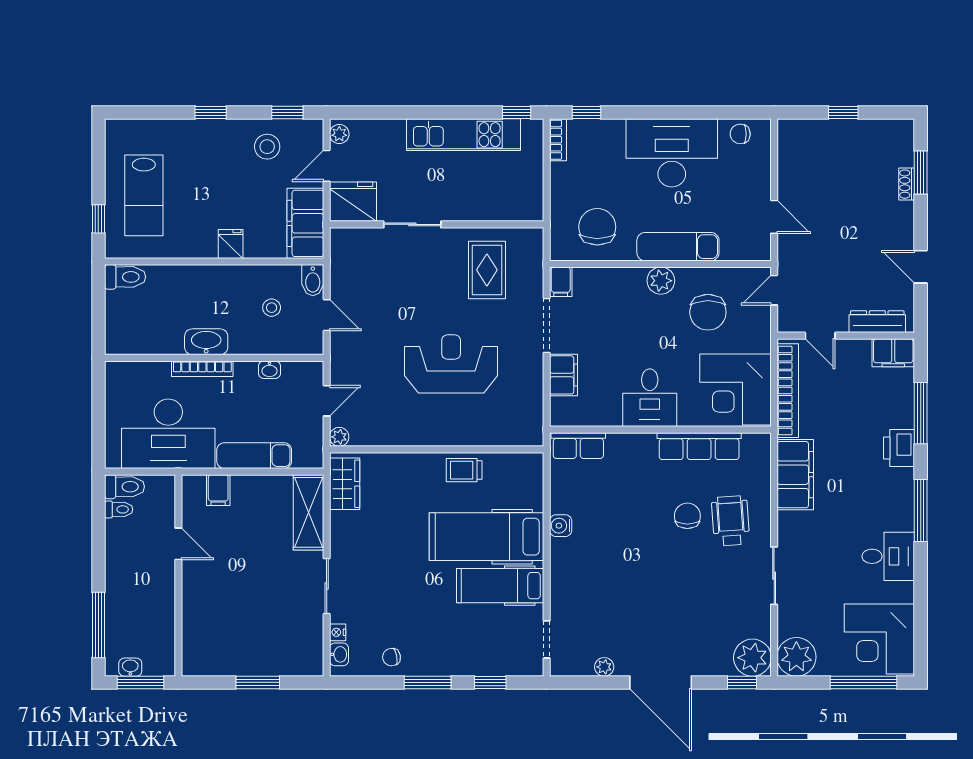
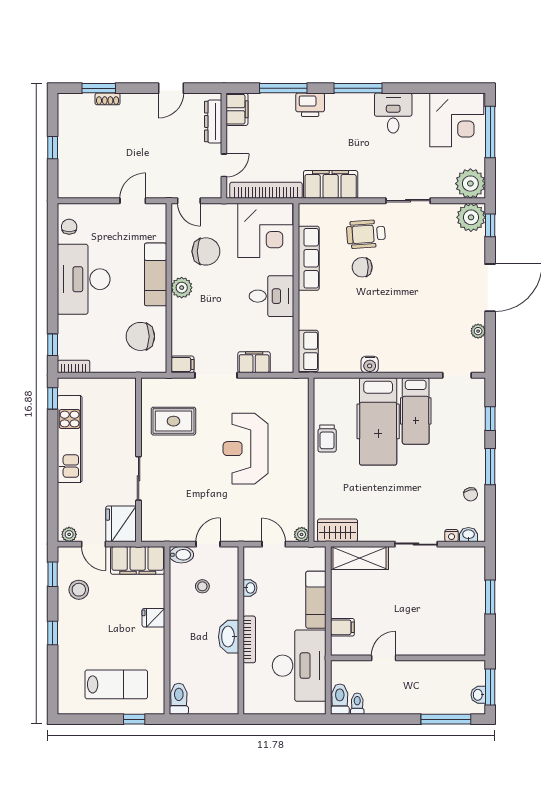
chair: (740, 134) -> (69, 227), turned 180

